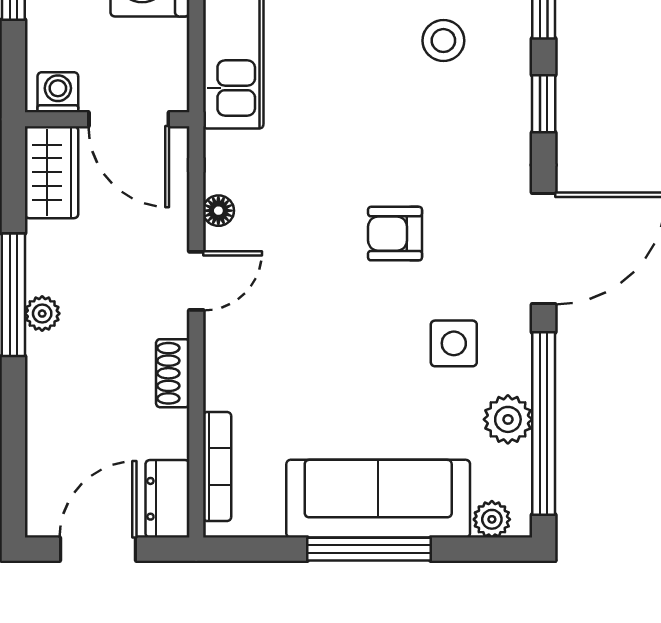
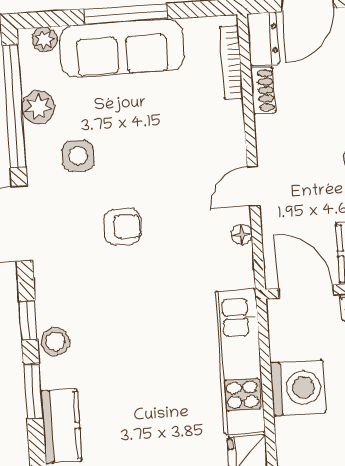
stool: (443, 41) -> (55, 341), moved
shoe rack: (173, 373) -> (263, 90), moved

